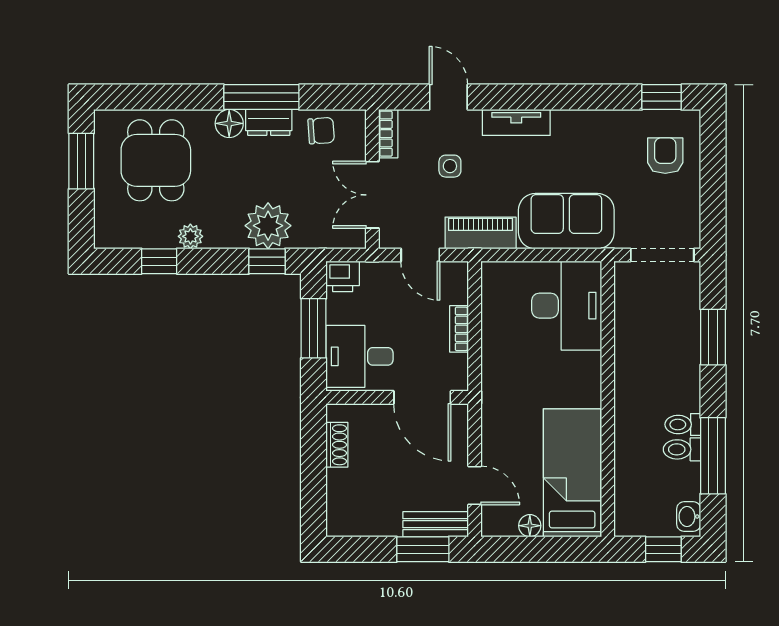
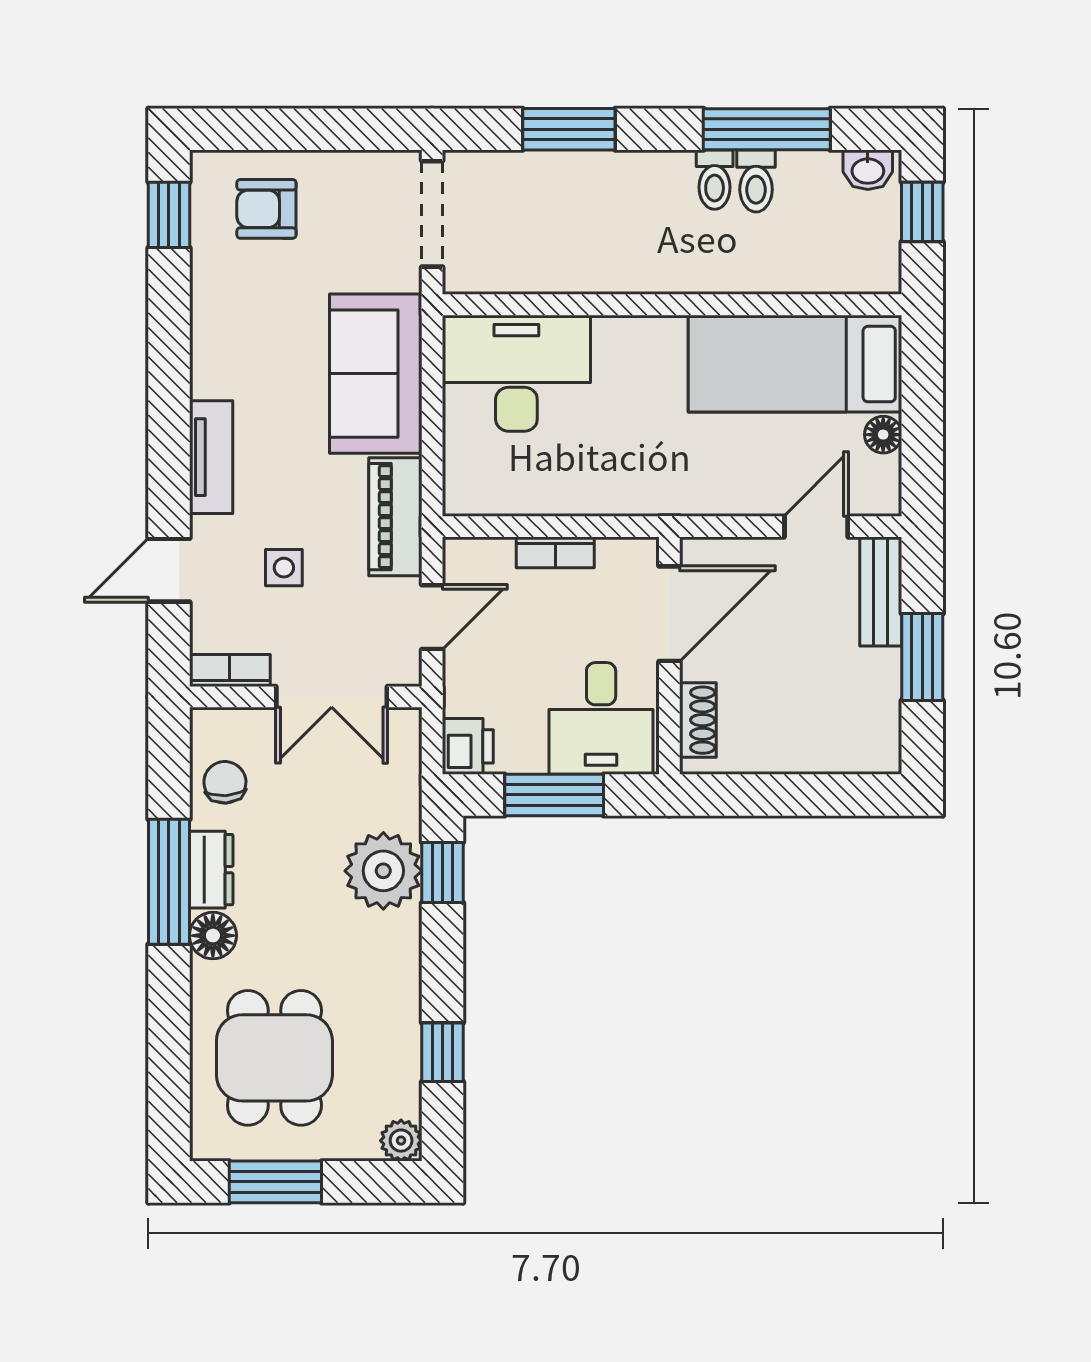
dining table: (156, 160) -> (274, 1058), turned 90
plant: (190, 236) -> (401, 1141), moved
shoe rack: (337, 445) -> (698, 720), moved, turned 90
window: (423, 549) -> (922, 657), moved

